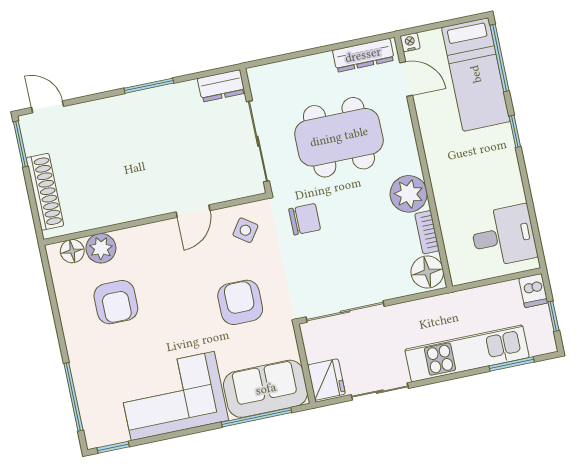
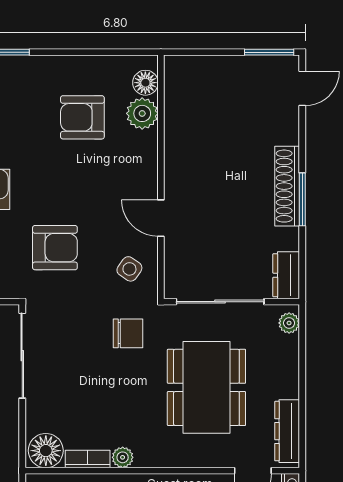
plant: (264, 74) -> (289, 323), added
shoe rack: (45, 192) -> (287, 186), moved, turned 90
plant: (409, 194) -> (123, 457), width x0.53, depth x0.53
chair: (305, 219) -> (128, 333), turned -90

